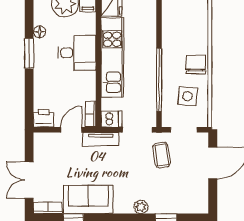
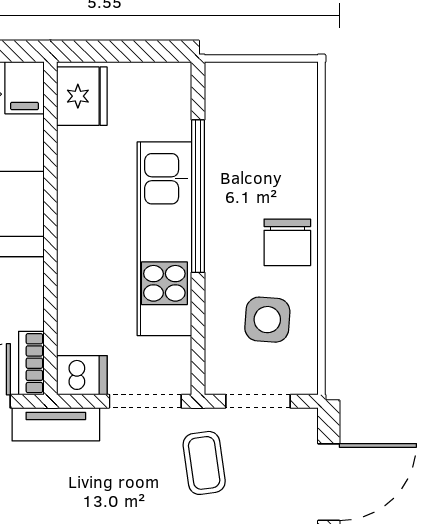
kitchen unit: (112, 58) -> (164, 239), moved, turned 180
chair: (196, 64) -> (287, 242), turned 180
window: (159, 80) -> (198, 196), moved

